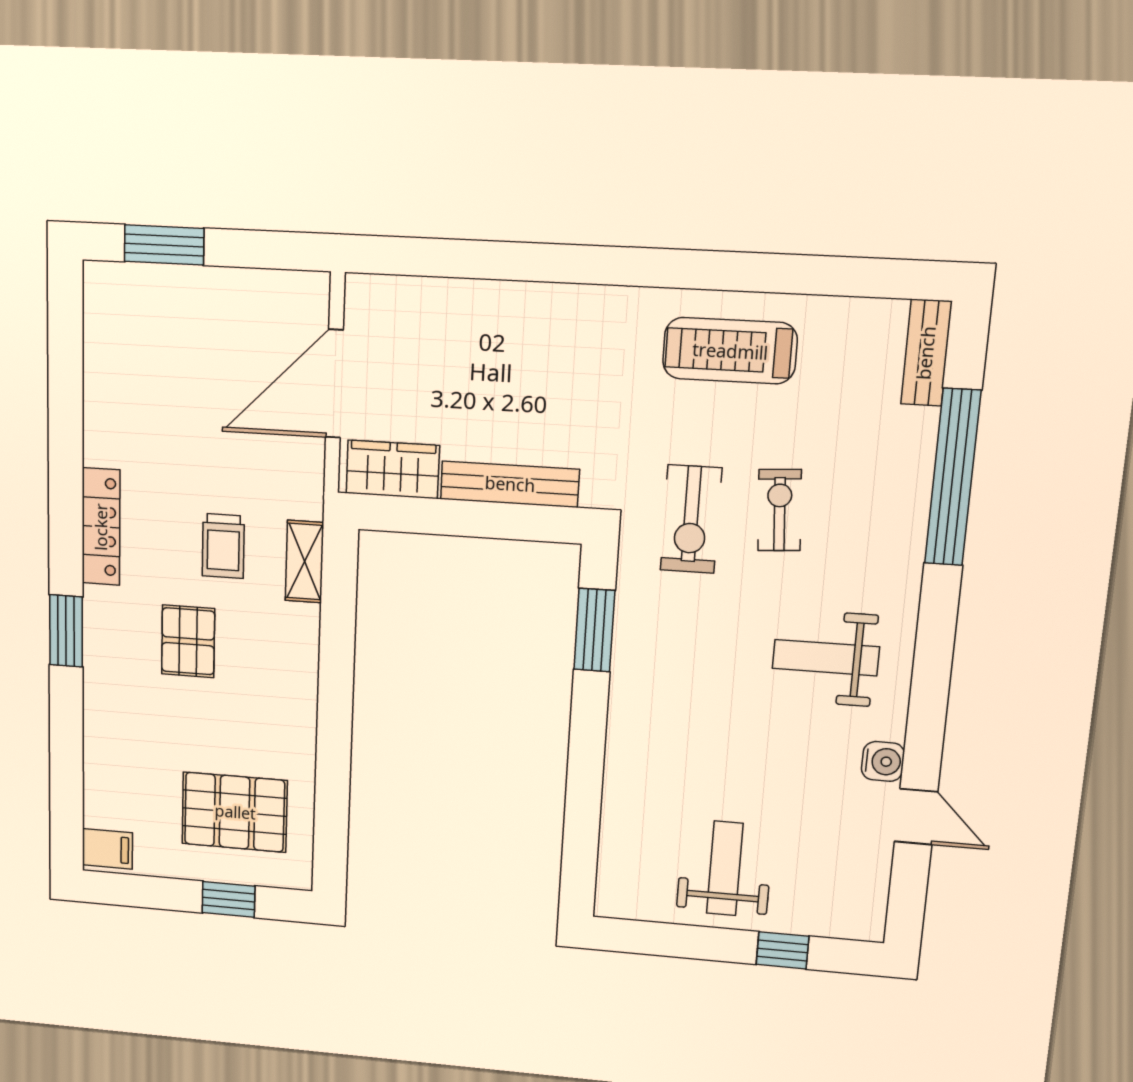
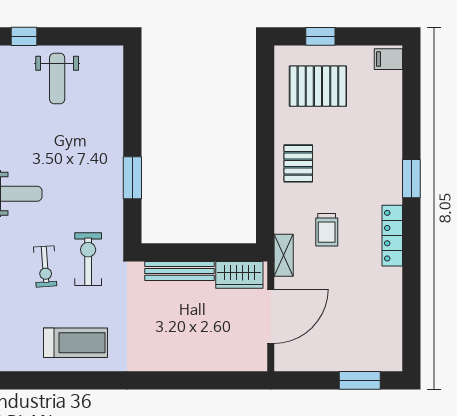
trolley: (223, 546) -> (327, 230), turned 180
shelving: (304, 562) -> (284, 255), moved
window: (594, 630) -> (132, 178), moved
pallet: (188, 641) -> (298, 163), moved

